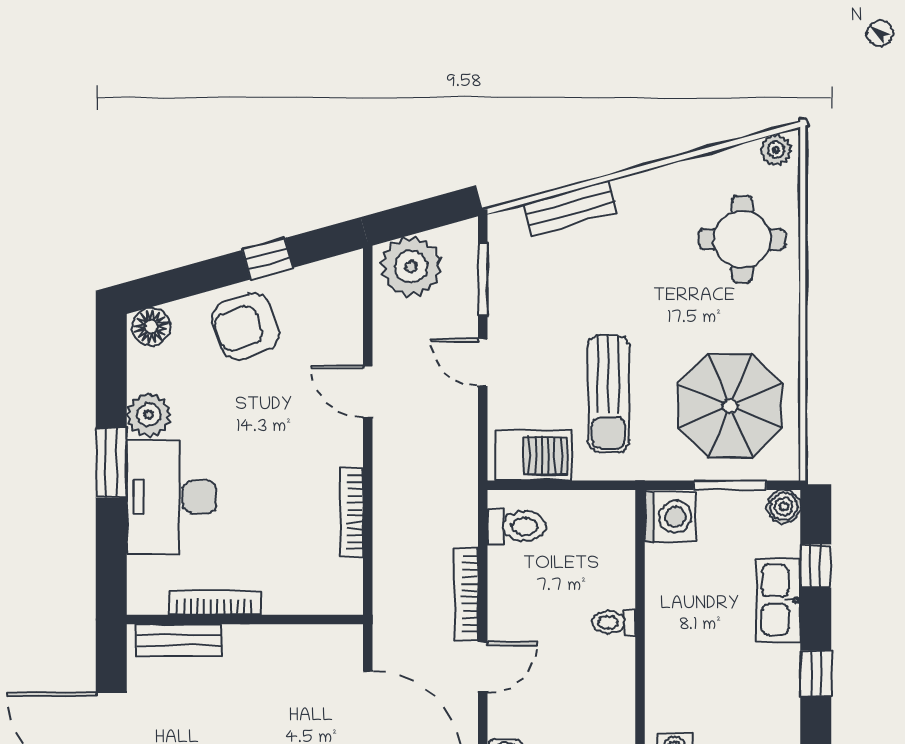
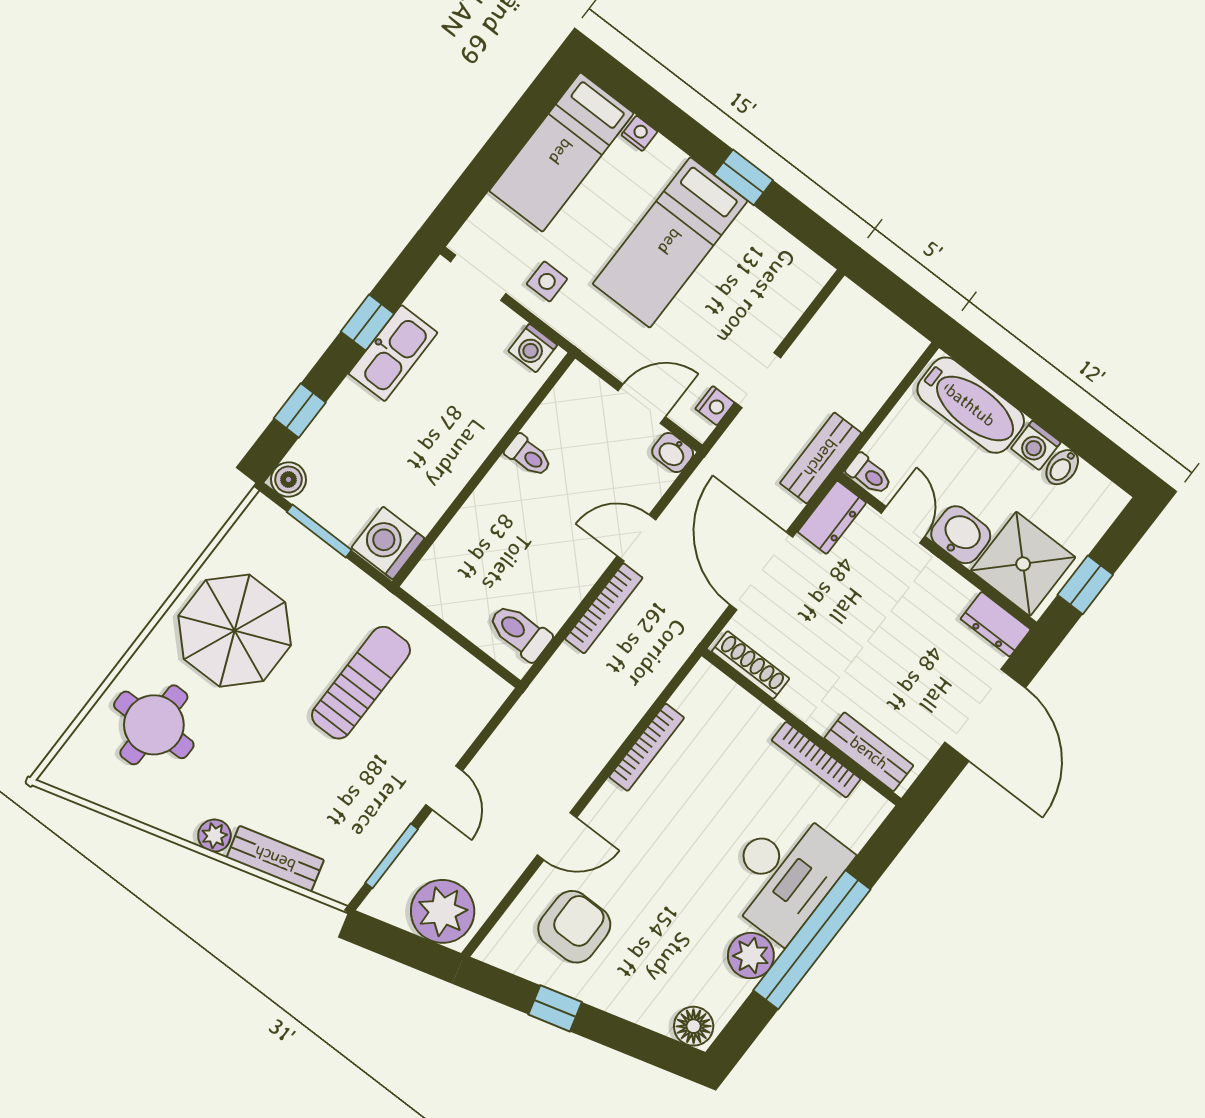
plant: (776, 150) -> (214, 836), moved
armchair: (246, 326) -> (574, 927), moved, turned -70
door: (368, 392) -> (557, 836), hinge flipped
parasol: (730, 406) -> (235, 631), moved
barbecue: (534, 456) -> (461, 679), removed
window: (111, 463) -> (812, 940), width x2.11
kitchen sink: (778, 600) -> (393, 353), moved
toilet: (614, 622) -> (528, 456), moved
shoe rack: (320, 637) -> (751, 665), added

